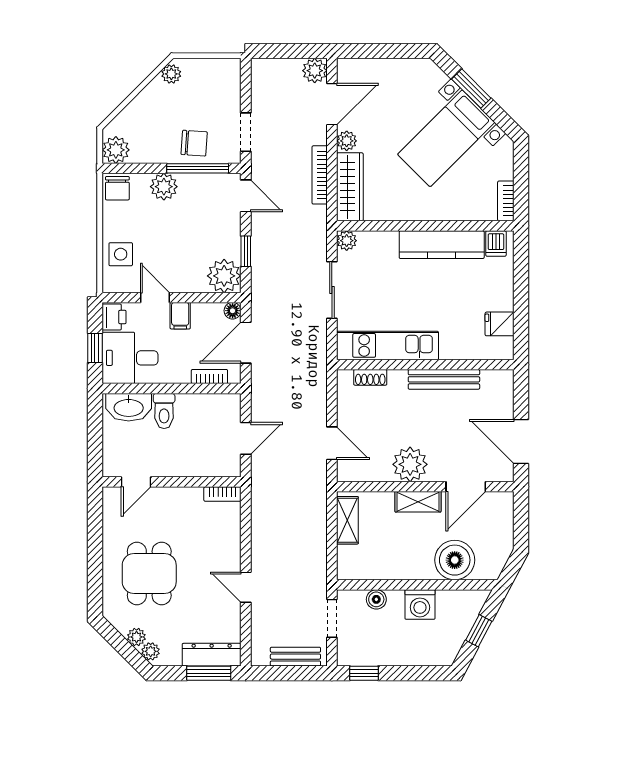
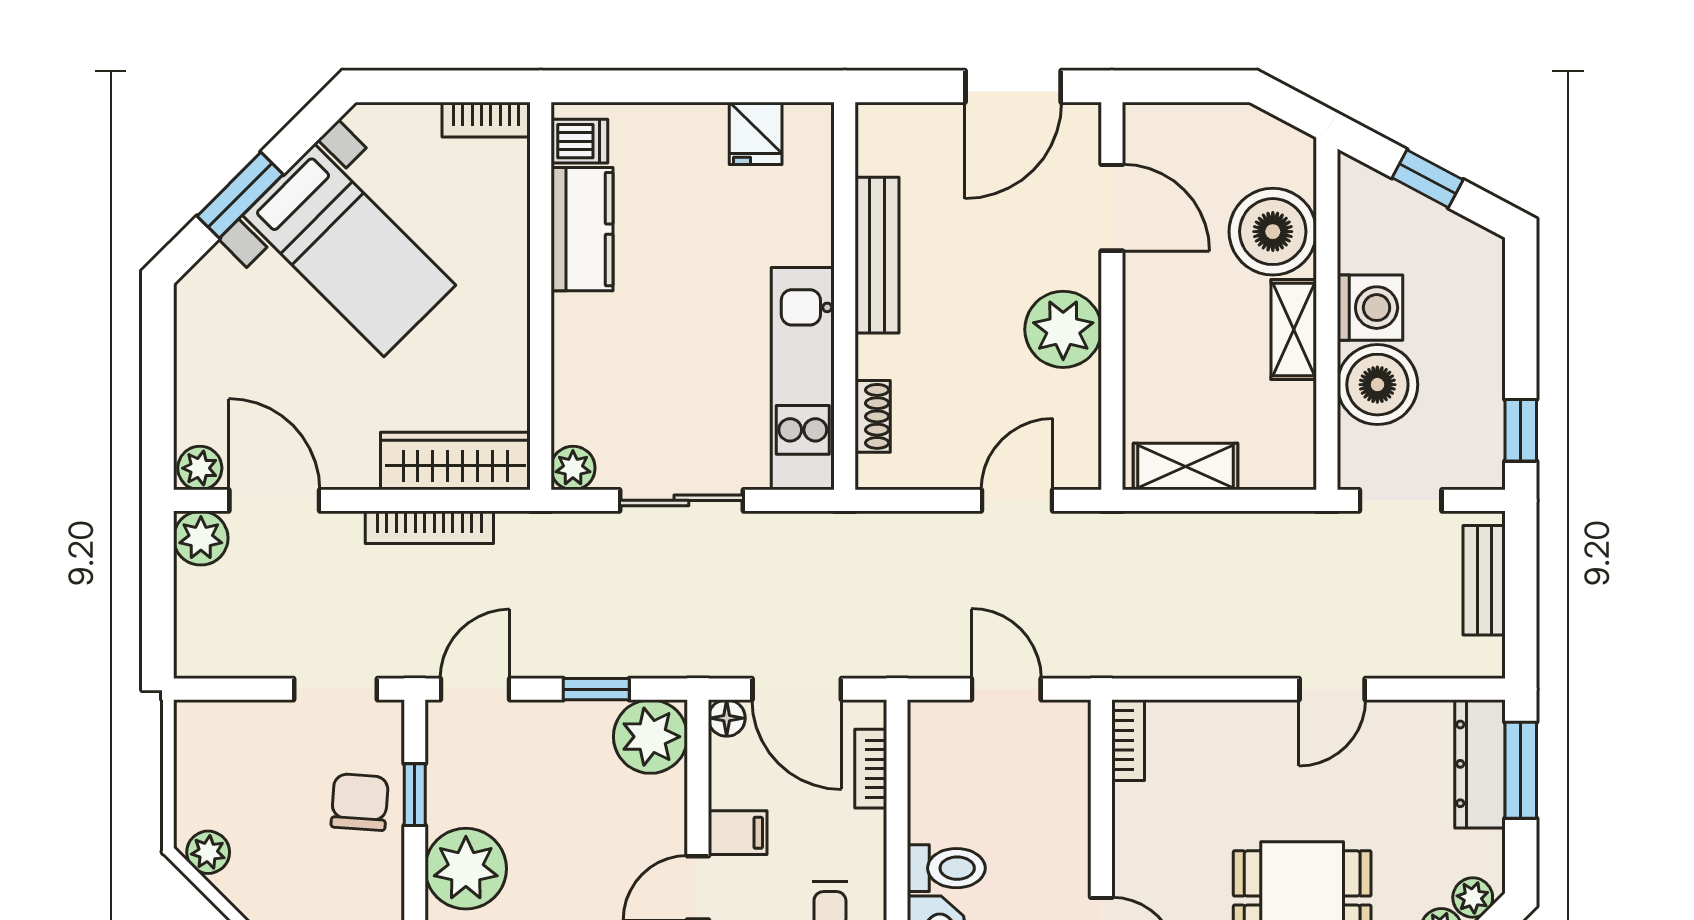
plant: (347, 141) -> (200, 468), moved
window: (198, 168) -> (415, 795), width x0.46
plant: (164, 187) -> (466, 869), width x1.36, depth x1.36
kitchen counter: (442, 245) -> (582, 229), width x0.67
shelving: (418, 502) -> (1294, 329), moved
boiler: (376, 599) -> (1377, 385), width x1.86, depth x1.86

